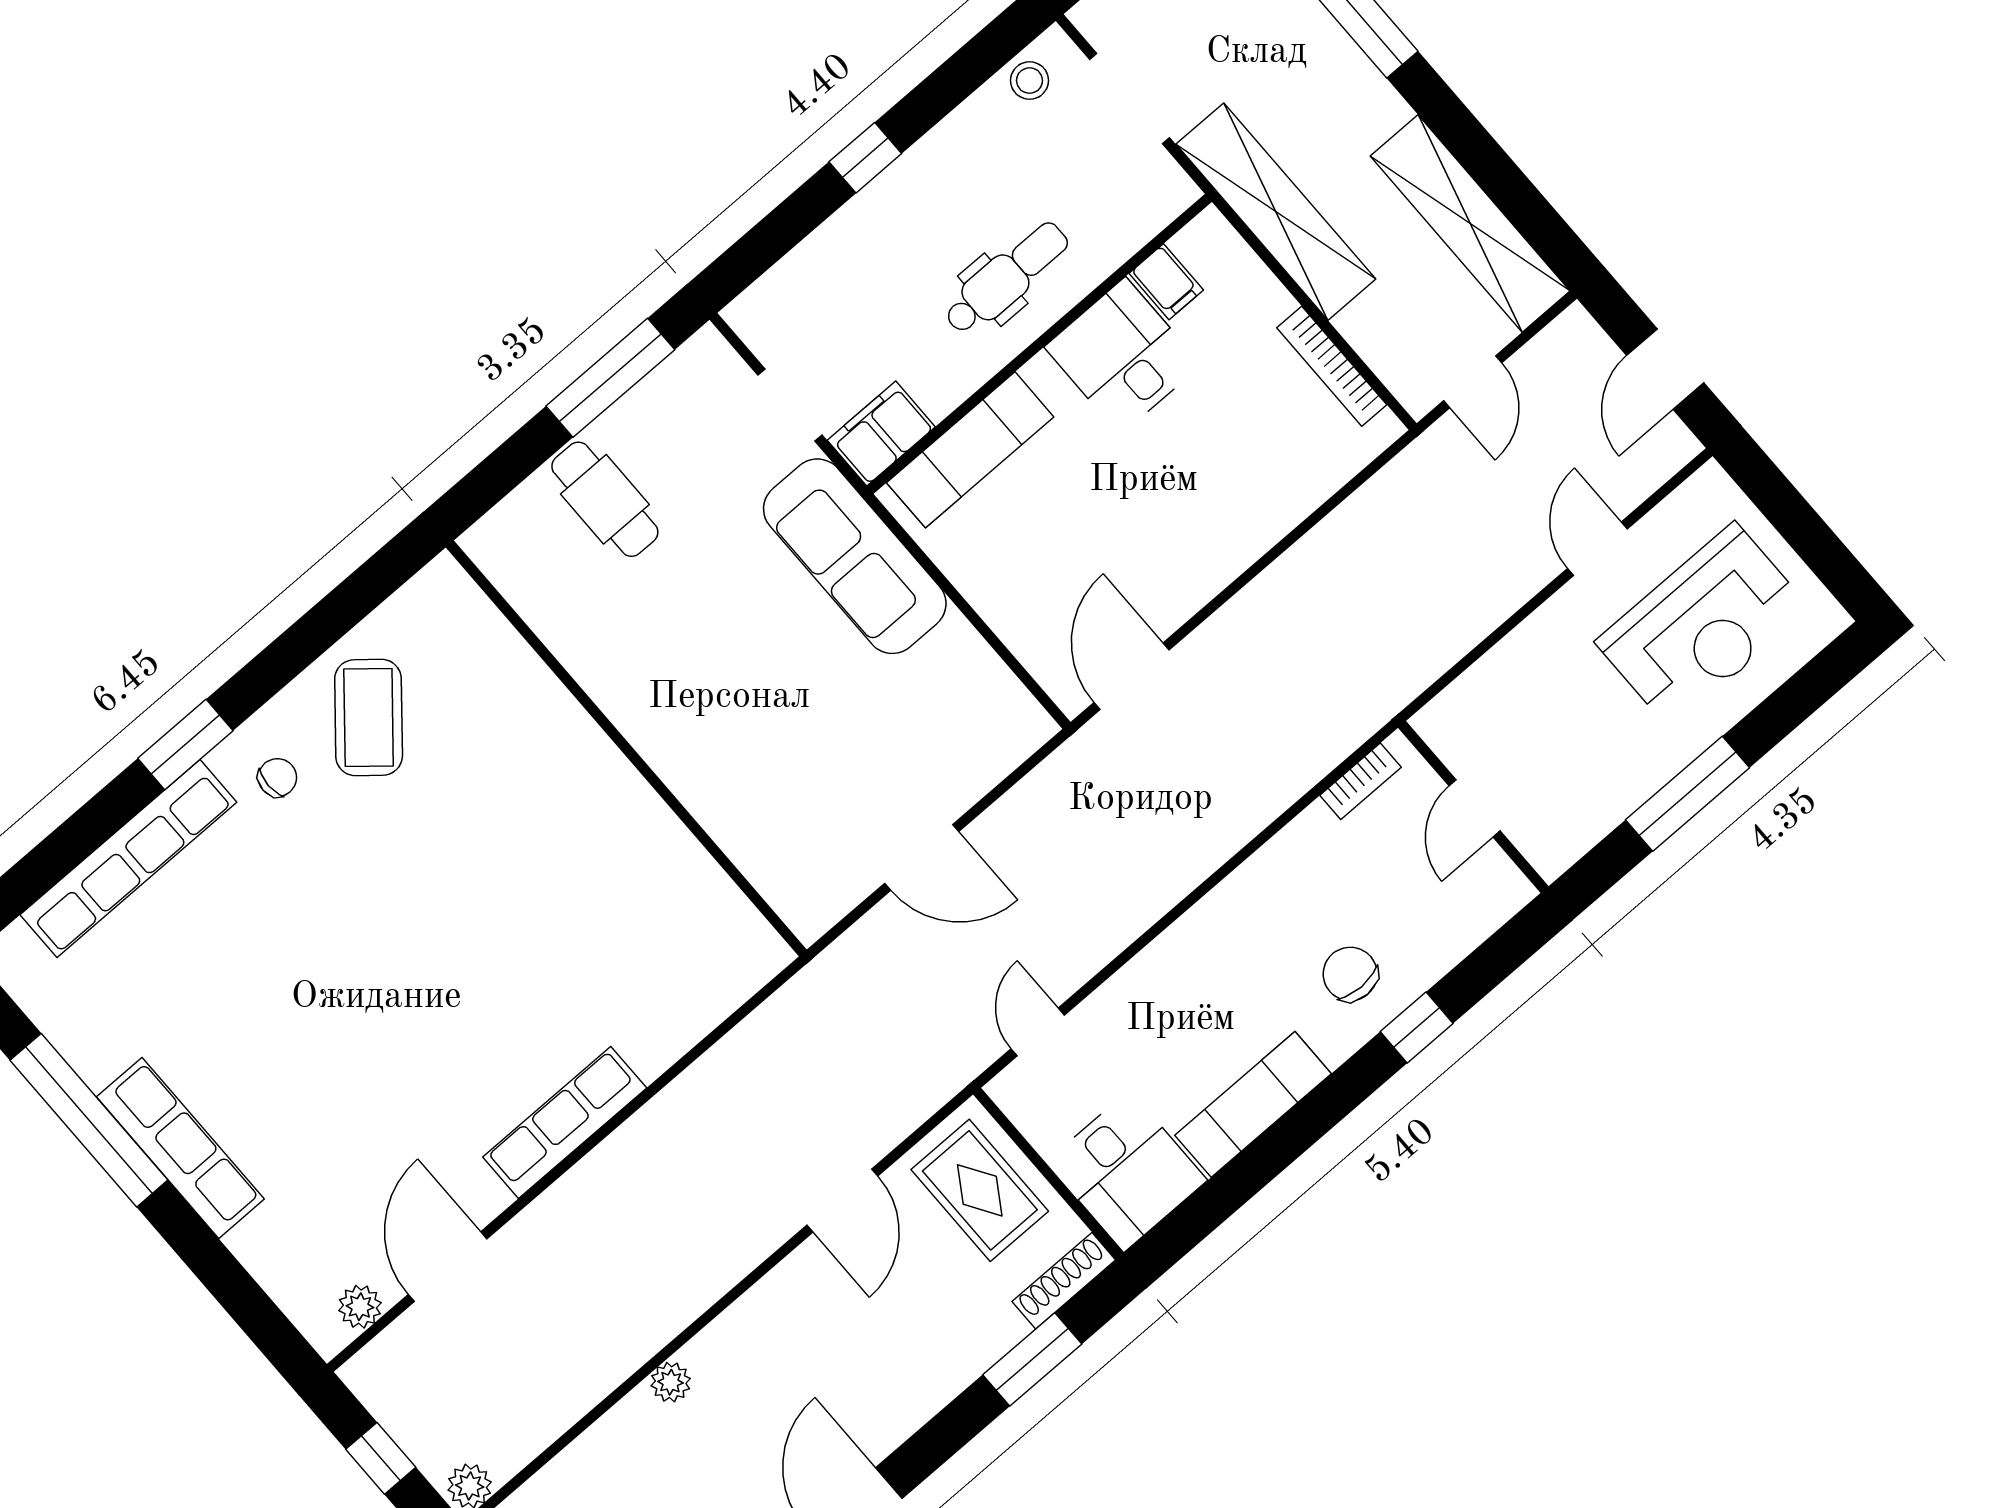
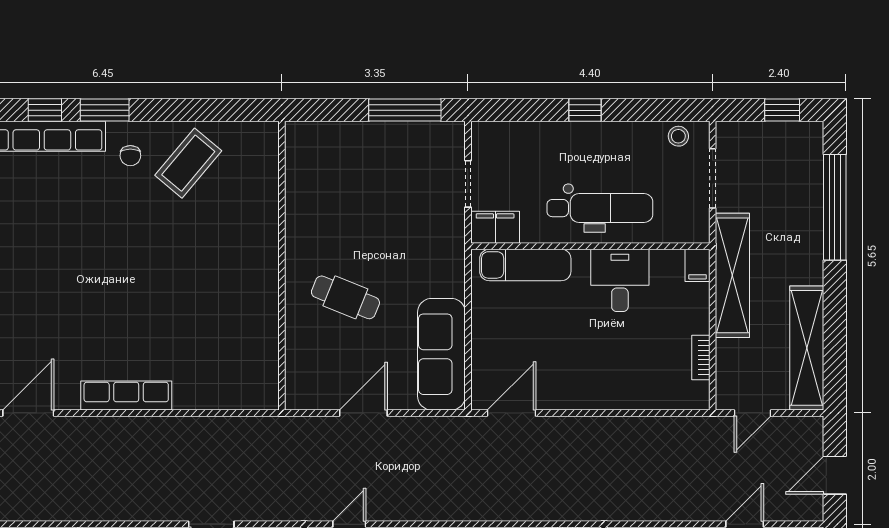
dental chair: (1006, 278) -> (600, 208), width x1.36, depth x1.38
filing cabinet: (1166, 282) -> (698, 265), moved
bookcase: (1332, 366) -> (701, 357), width x0.64
cafe table: (605, 499) -> (345, 297), moved, turned -68
sofa: (855, 556) -> (441, 354), moved
chair: (277, 778) -> (130, 156), turned 90
window: (101, 818) -> (45, 110), added
door: (922, 857) -> (363, 413), swing flipped

